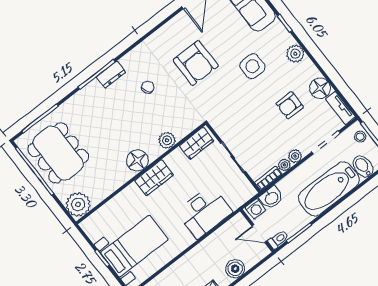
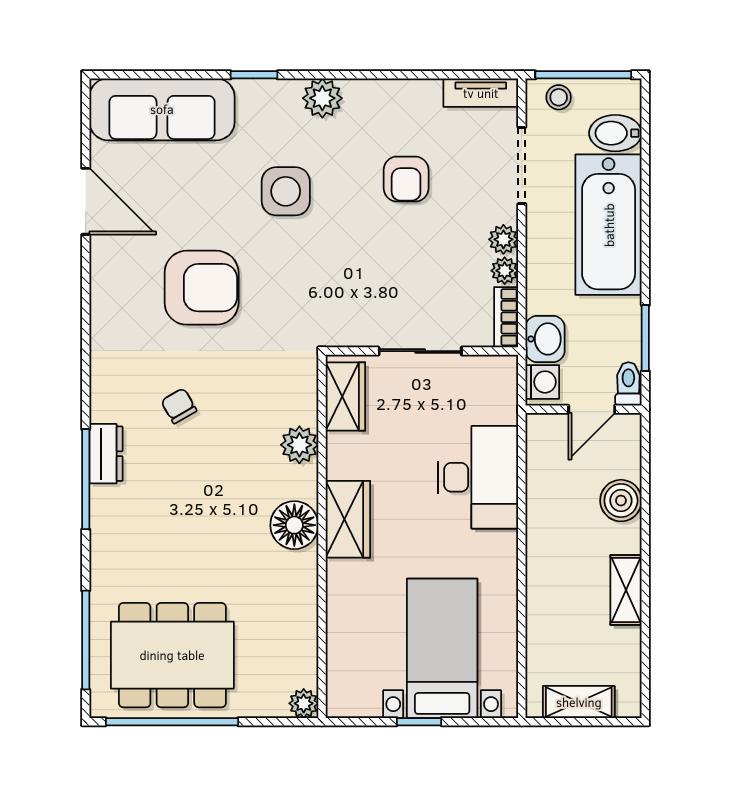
floor lamp: (320, 88) -> (417, 102), removed
plant: (78, 204) -> (304, 703), width x0.53, depth x0.53

